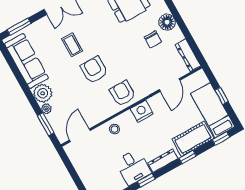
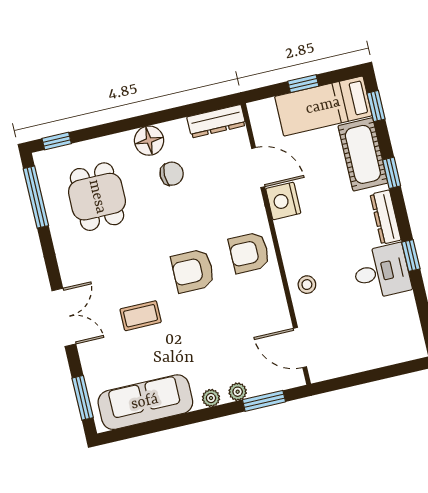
armchair: (94, 70) -> (193, 271), moved
plant: (43, 93) -> (211, 398), width x0.53, depth x0.53
nightstand: (142, 111) -> (283, 201), moved

